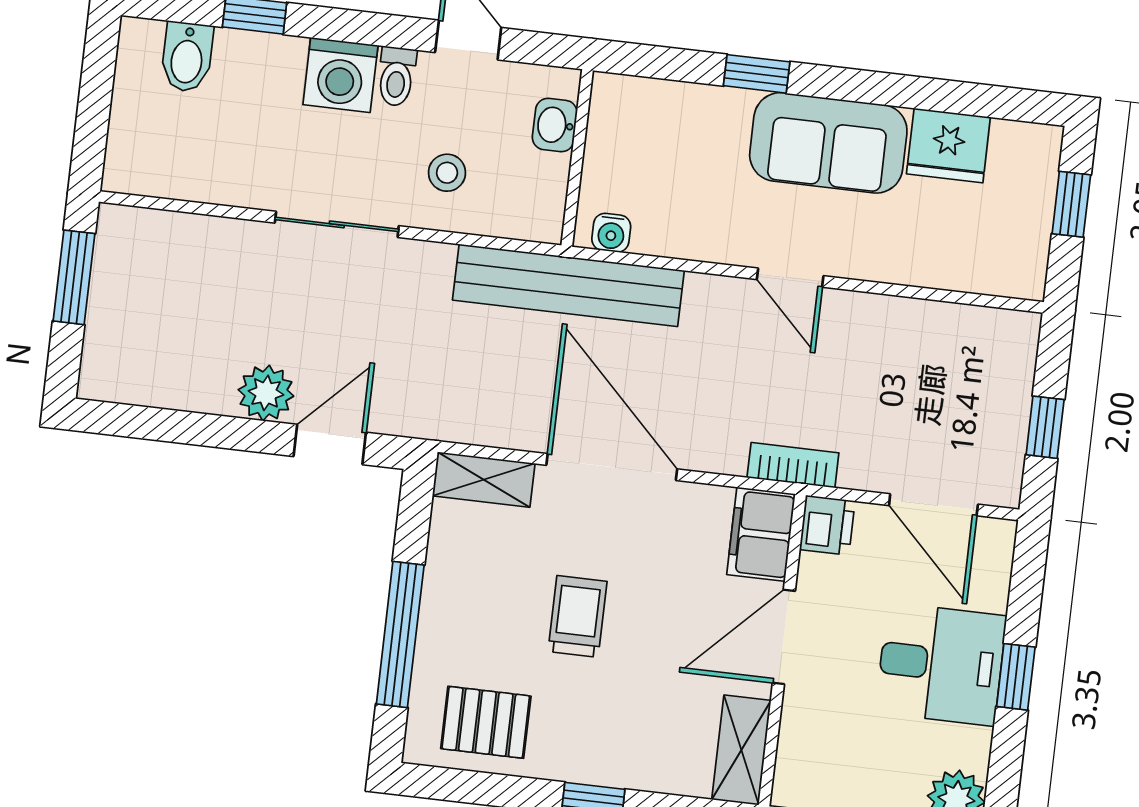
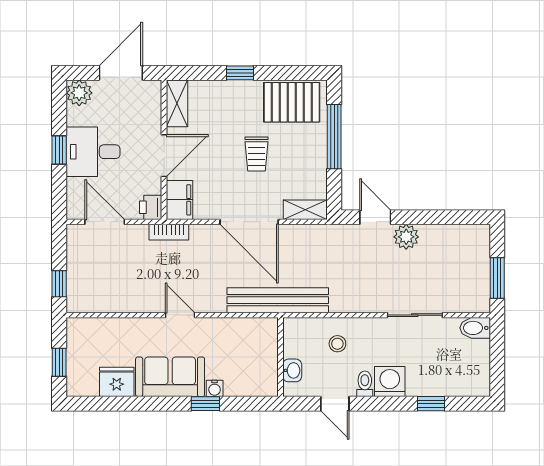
bidet: (187, 57) -> (475, 328), moved, turned -90
sliding door: (337, 224) -> (415, 315), moved
water cooler: (611, 233) -> (215, 388), moved, turned 180
window: (1045, 427) -> (59, 284), moved
door: (330, 444) -> (375, 217), swing flipped
pallet: (486, 722) -> (292, 102), width x1.50, depth x1.42

